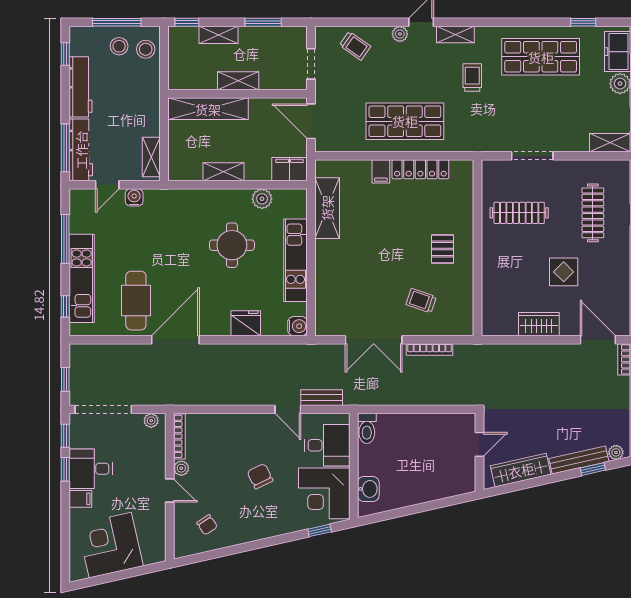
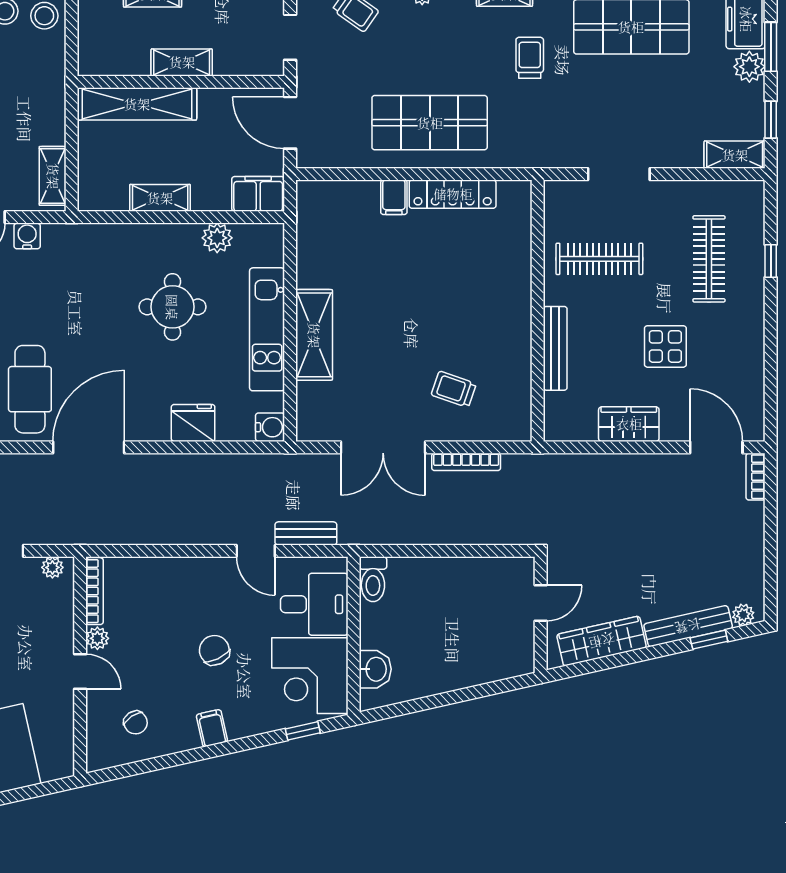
shelving: (327, 208) -> (314, 335), moved
pallet: (442, 249) -> (485, 313), removed
bench: (489, 273) -> (555, 348), added
filing cabinet: (258, 529) -> (212, 728), added

